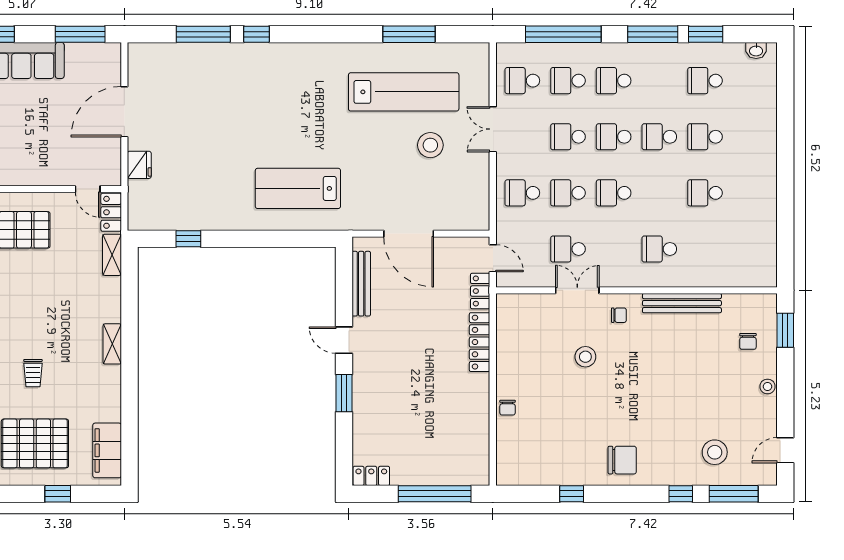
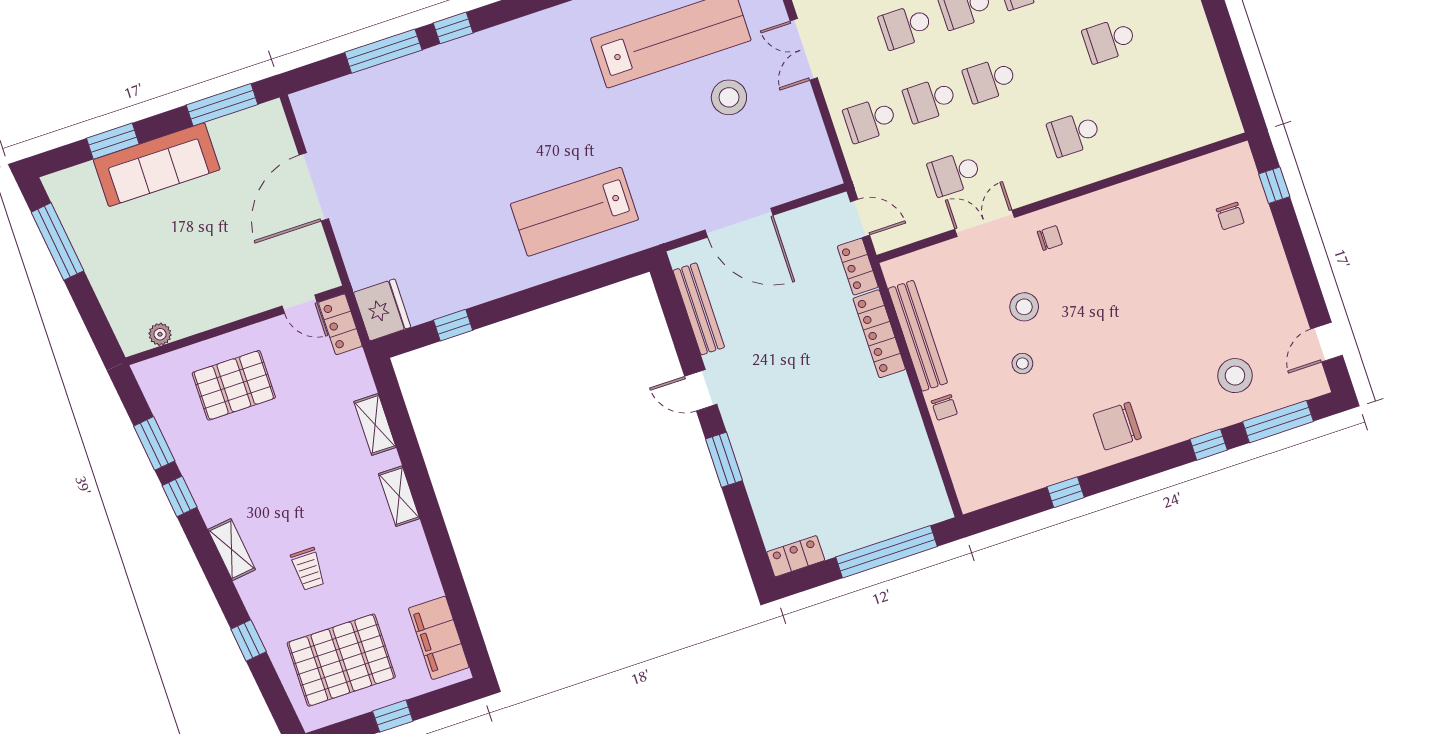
fridge: (139, 165) -> (382, 310), moved, width x1.36, depth x1.34
shelving: (112, 255) -> (375, 424), moved
bench: (682, 303) -> (918, 336), moved, turned 90
window: (785, 330) -> (1274, 185), width x0.67
stool: (768, 386) -> (1022, 364), moved
chair: (622, 460) -> (1117, 426), turned 180

